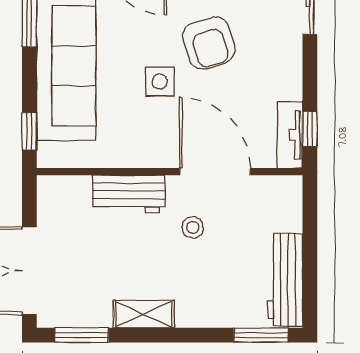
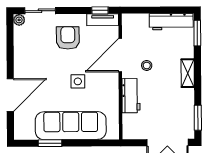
armchair: (209, 43) -> (68, 38), moved, turned -73
window: (29, 131) -> (102, 143), removed
shelving: (144, 314) -> (188, 73), moved

